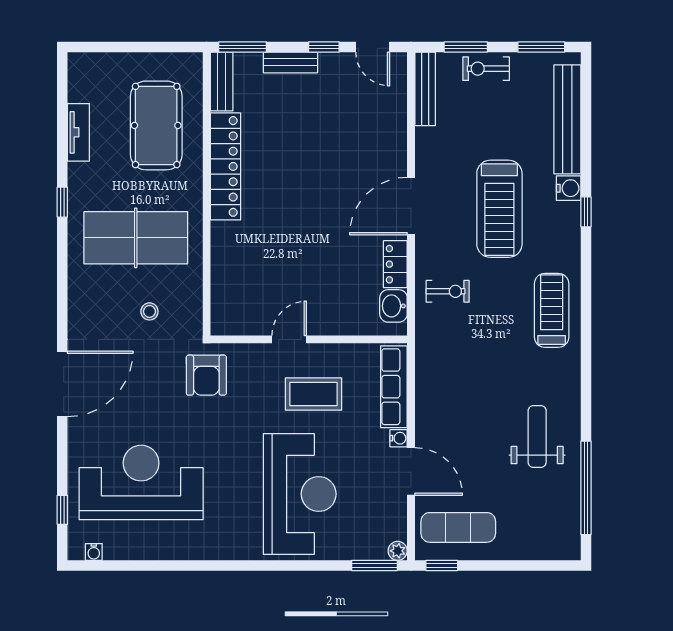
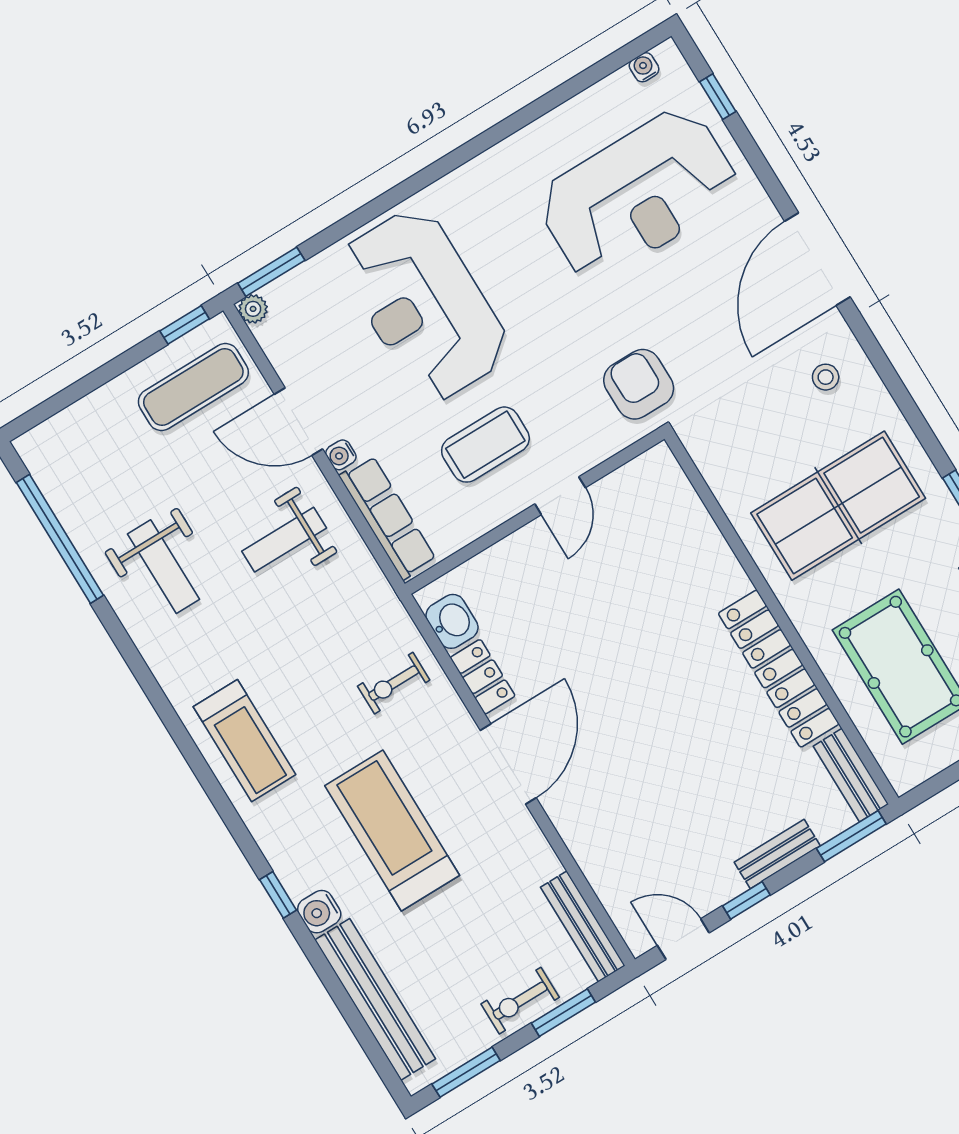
exercise bike: (486, 69) -> (520, 1001), turned 180
stool: (149, 311) -> (826, 377), moved
weight bench: (460, 410) -> (284, 540), added

